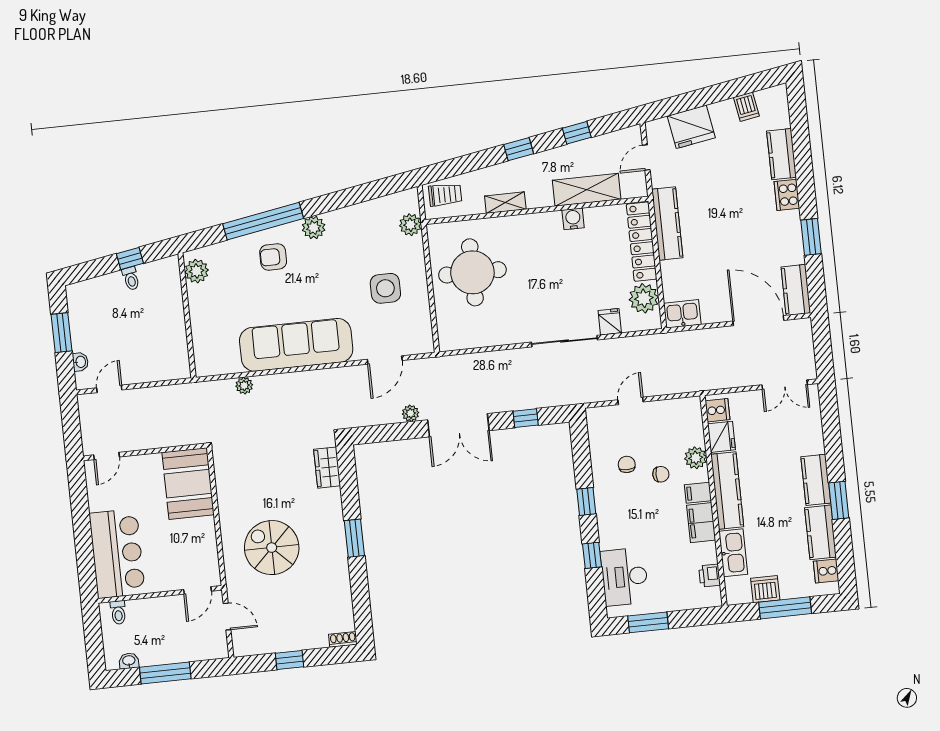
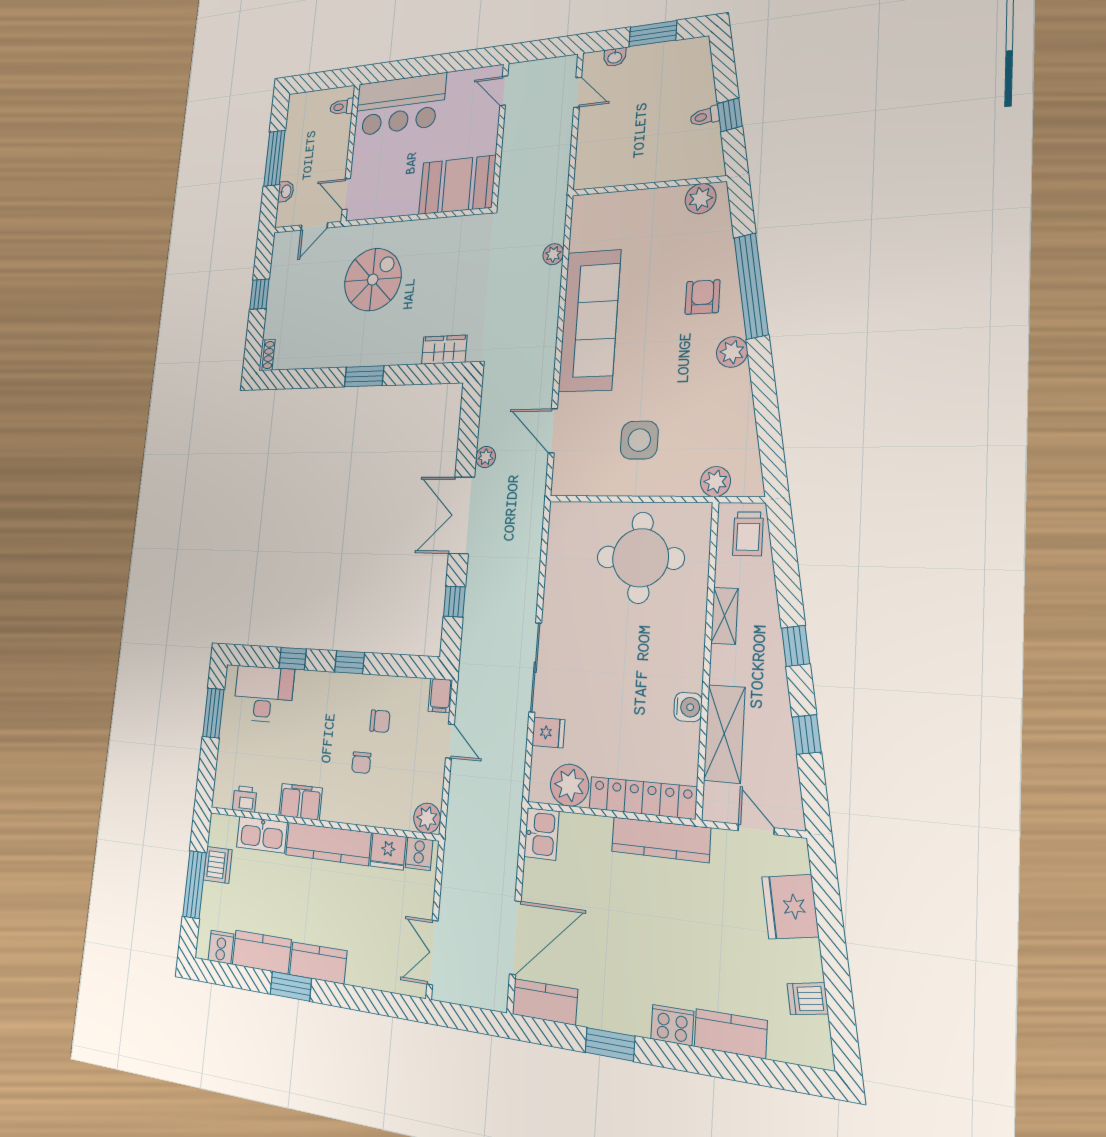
plant: (696, 458) -> (427, 818), moved
filing cabinet: (698, 493) -> (440, 696), moved, turned 180
washbasin: (129, 661) -> (286, 191), moved

